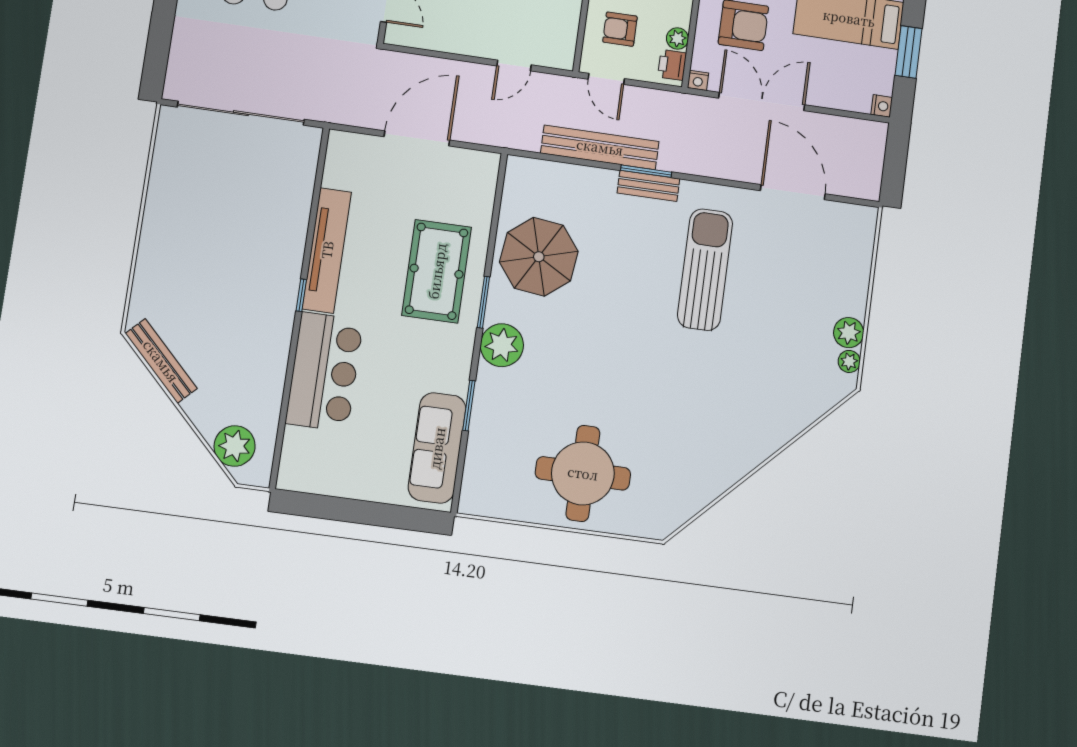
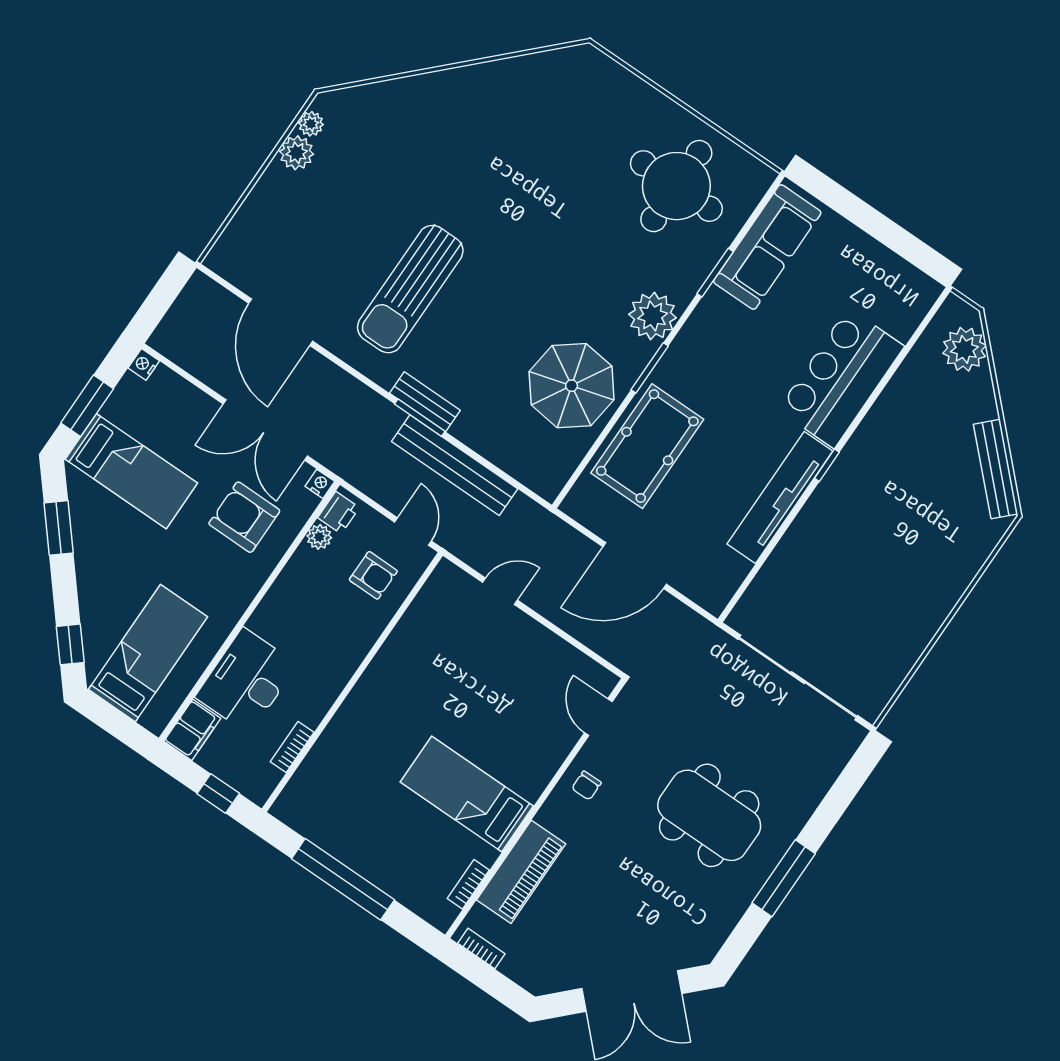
pool table: (437, 271) -> (647, 446), moved
round table: (583, 473) -> (676, 186), moved

